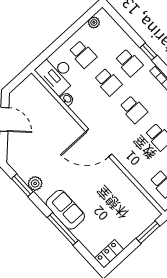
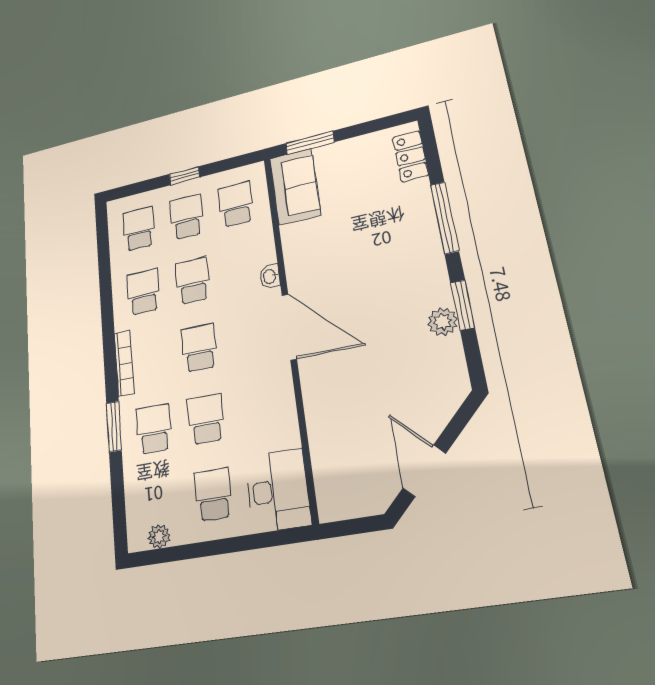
window: (148, 52) -> (114, 427), width x1.50
washbasin: (67, 99) -> (270, 276), moved
window: (22, 185) -> (463, 305), moved
sofa: (65, 210) -> (295, 187), moved, turned 180
locker: (109, 254) -> (410, 156), moved, turned 90

